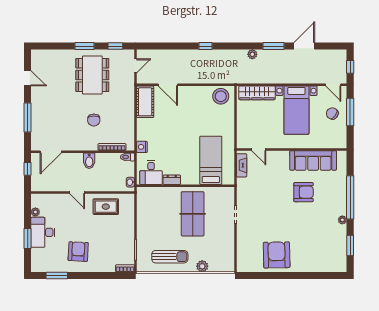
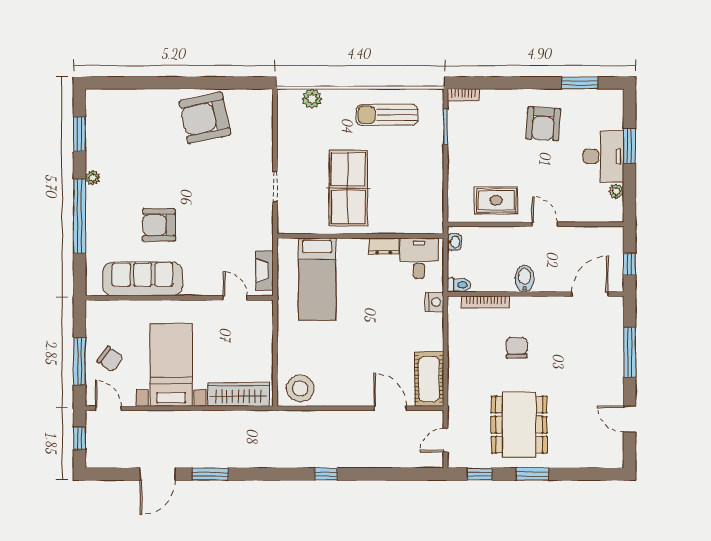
plant: (252, 54) -> (246, 460), removed
armchair: (277, 255) -> (205, 118), turned 79
plant: (202, 266) -> (312, 99), moved

